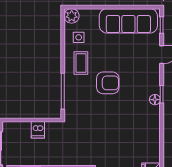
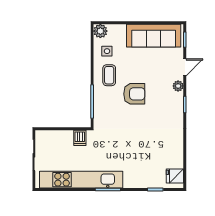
plant: (155, 75) -> (178, 86), added
floor lamp: (155, 100) -> (178, 109), removed
dishwasher: (38, 130) -> (80, 138), moved

